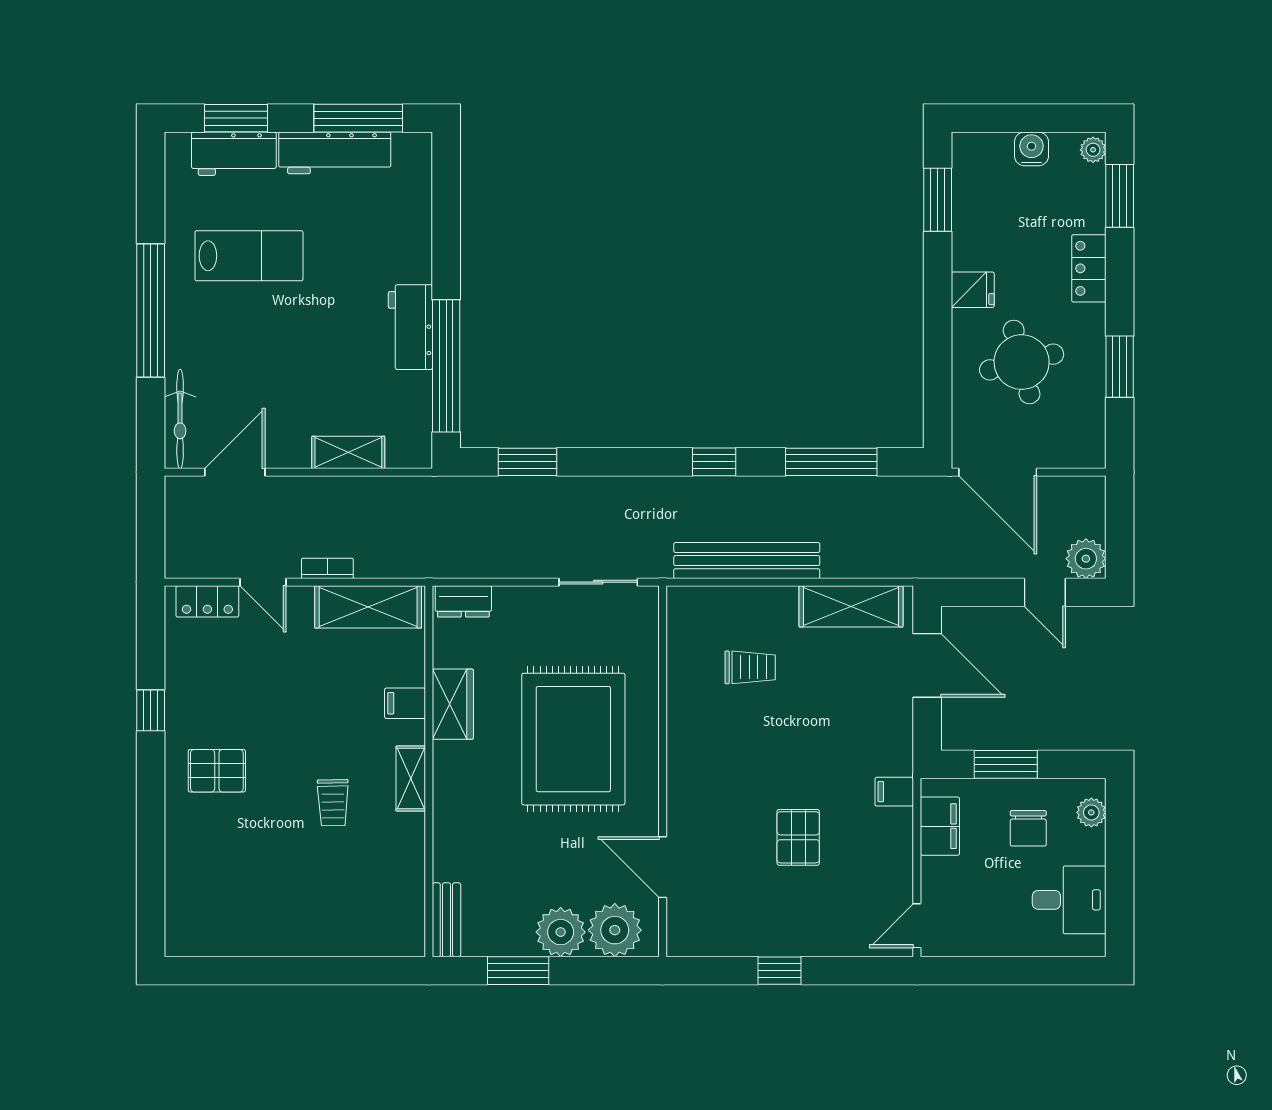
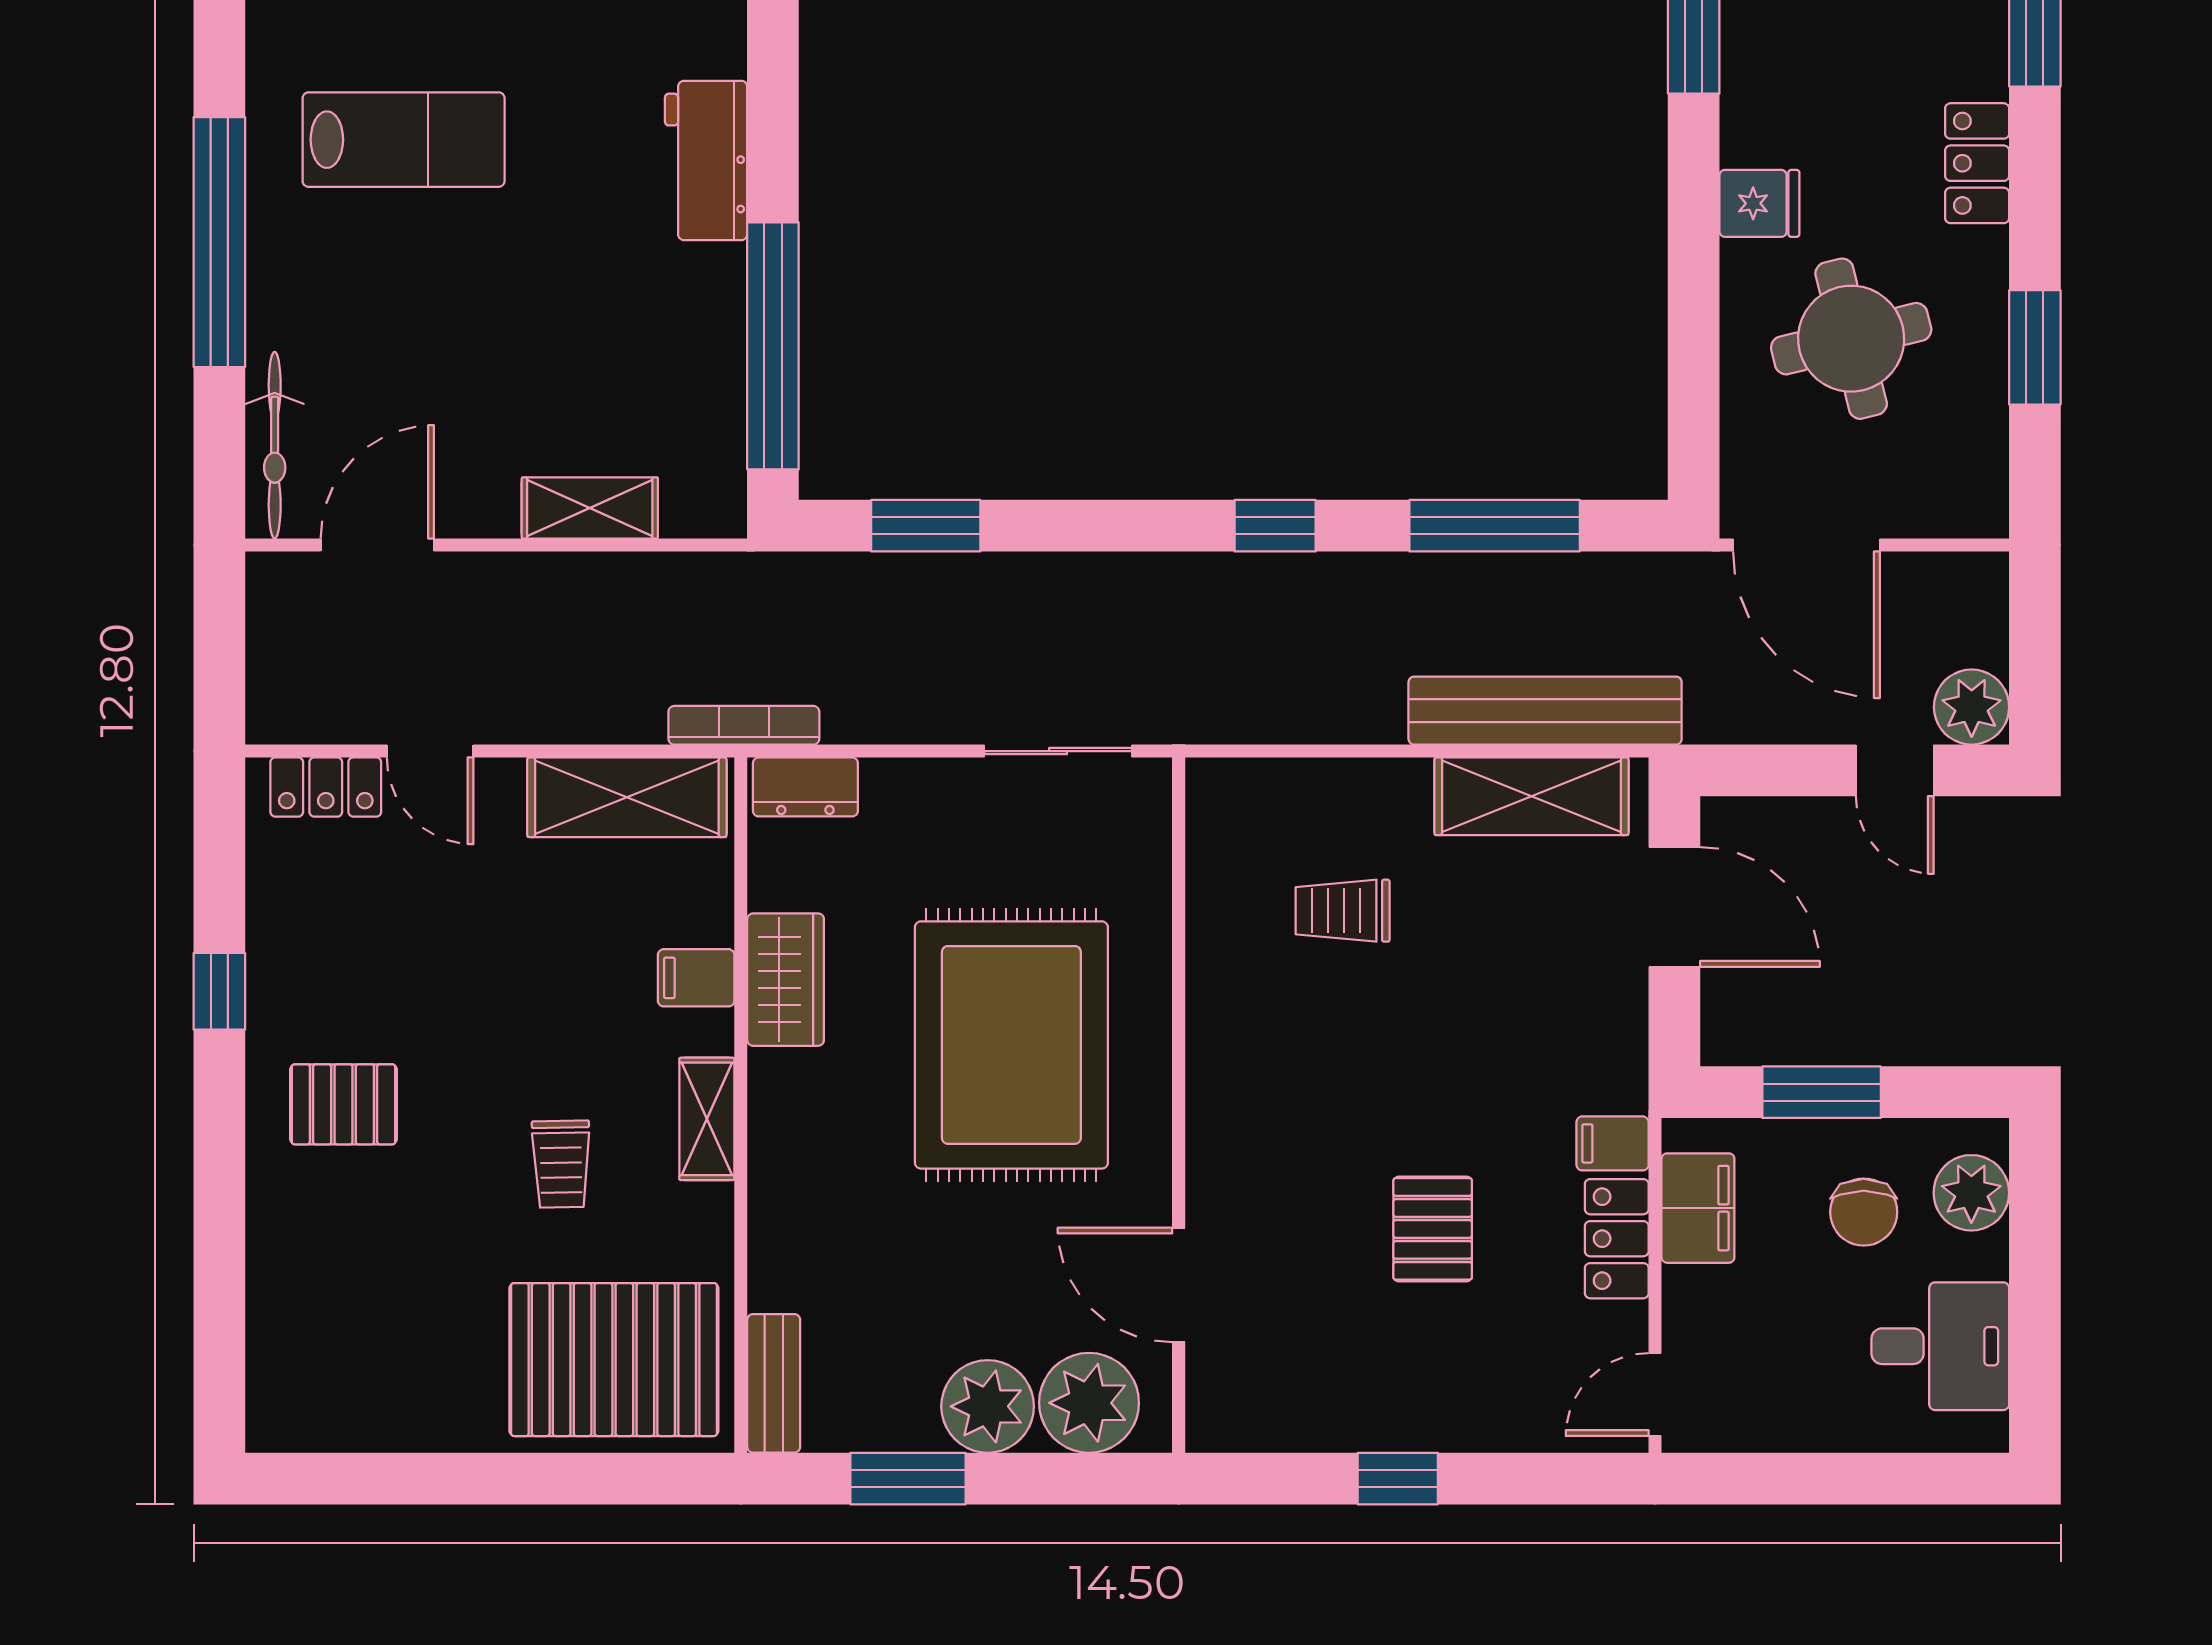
workbench: (410, 327) -> (706, 160), moved
bench: (747, 561) -> (1545, 711), moved
bookcase: (327, 568) -> (744, 725), moved, width x1.56
trolley: (750, 667) -> (1343, 911), turned 180
plant: (1091, 812) -> (1971, 1193), width x1.38, depth x1.38
locker: (896, 842) -> (1617, 1239), added
pallet: (361, 907) -> (614, 1360), added

